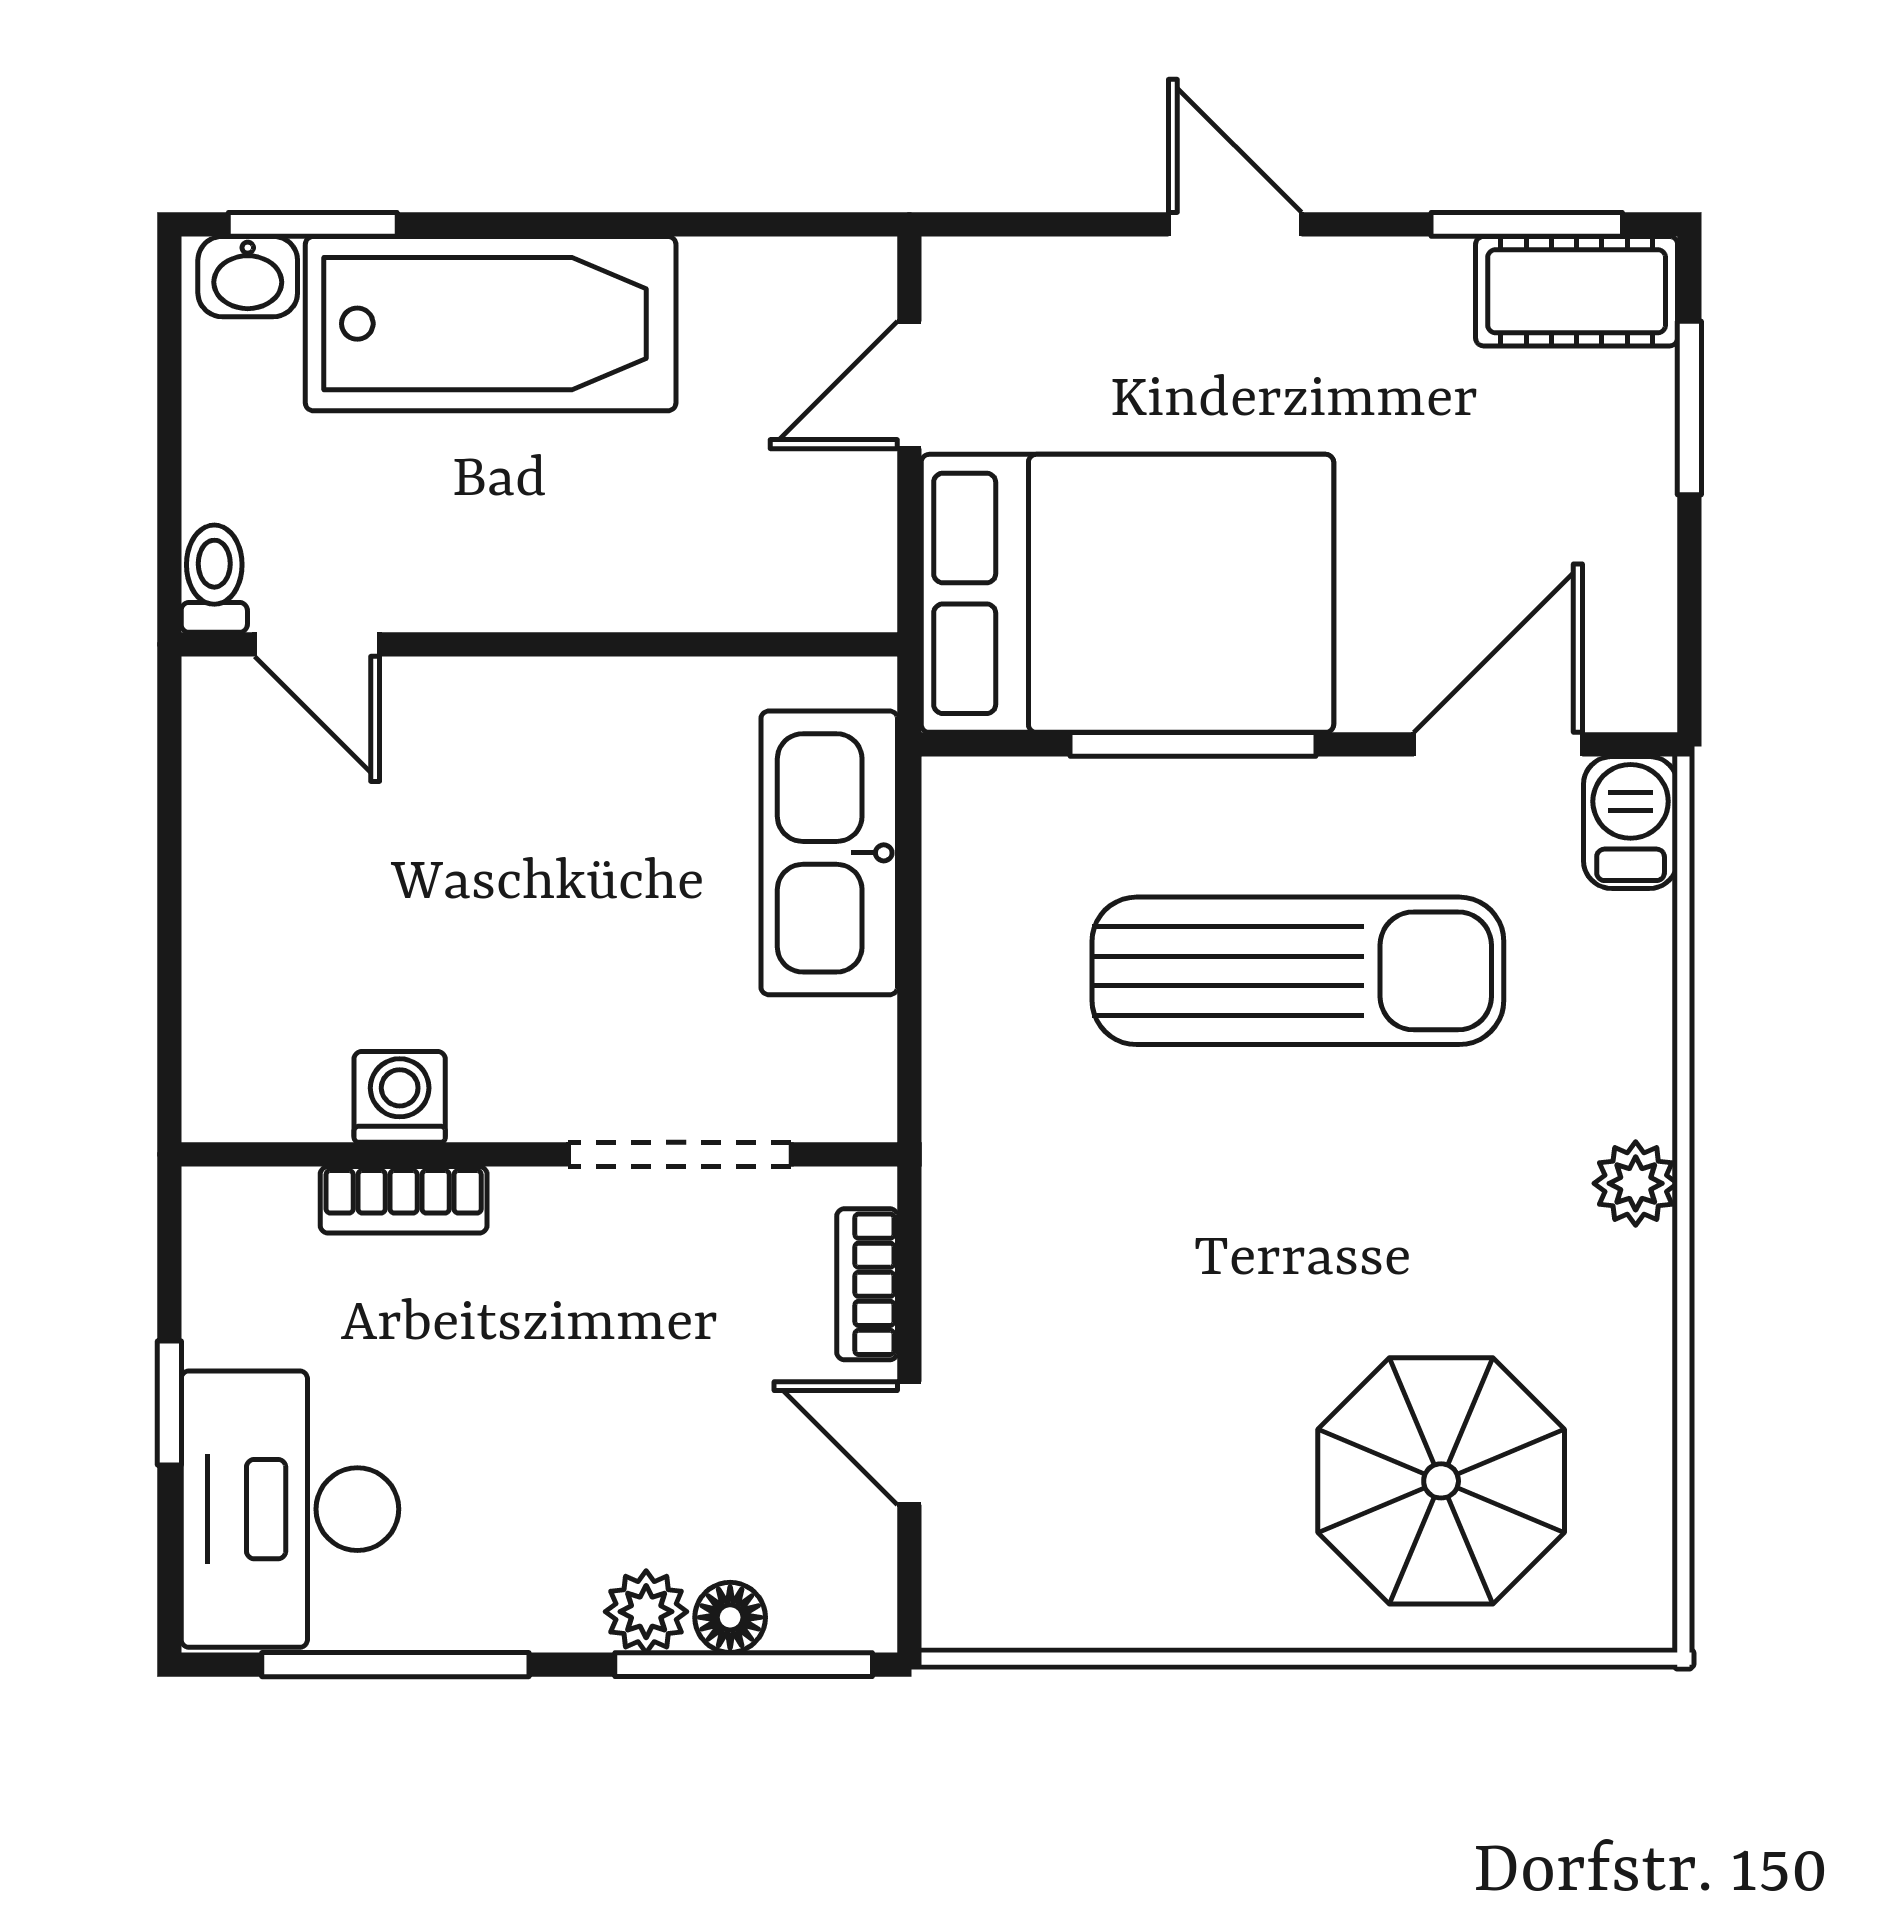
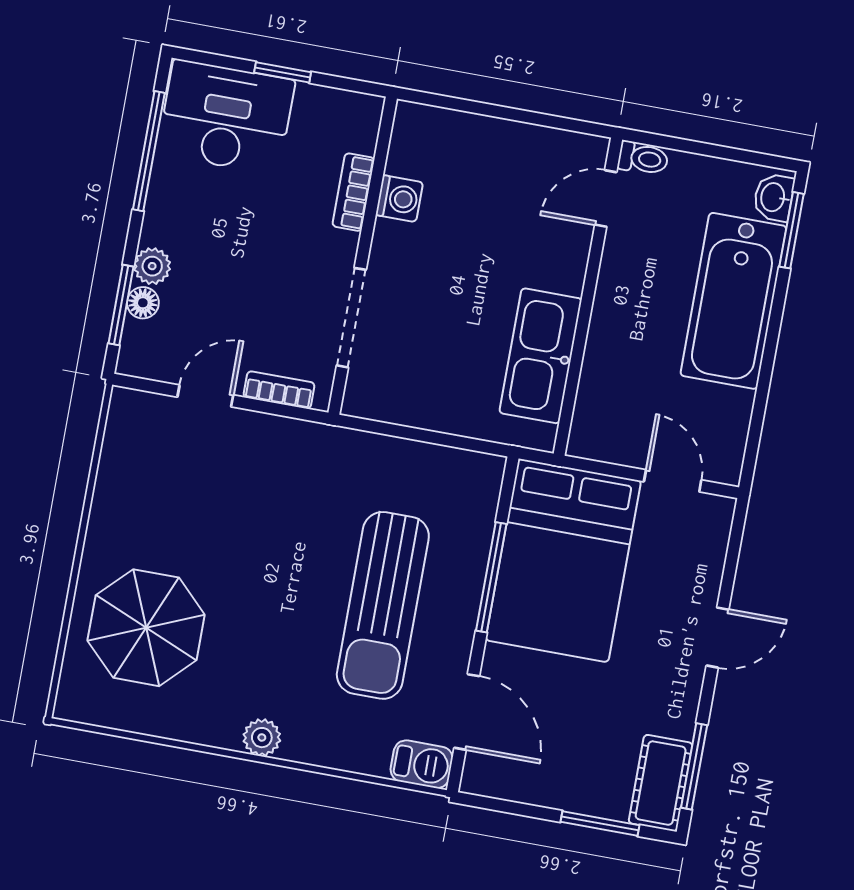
kitchen sink: (829, 853) -> (541, 356), moved, turned -90
window: (744, 1665) -> (121, 305), width x0.69

